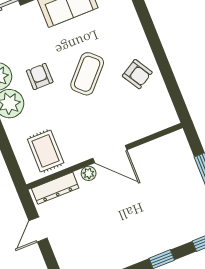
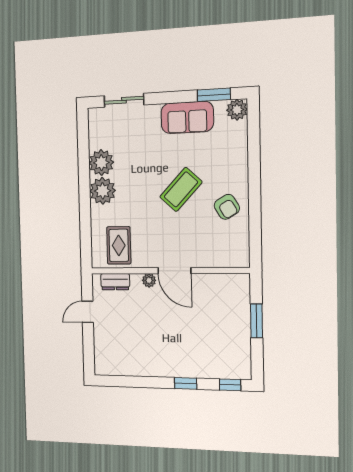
armchair: (40, 76) -> (138, 176), removed
dresser: (55, 188) -> (115, 282), width x0.70

